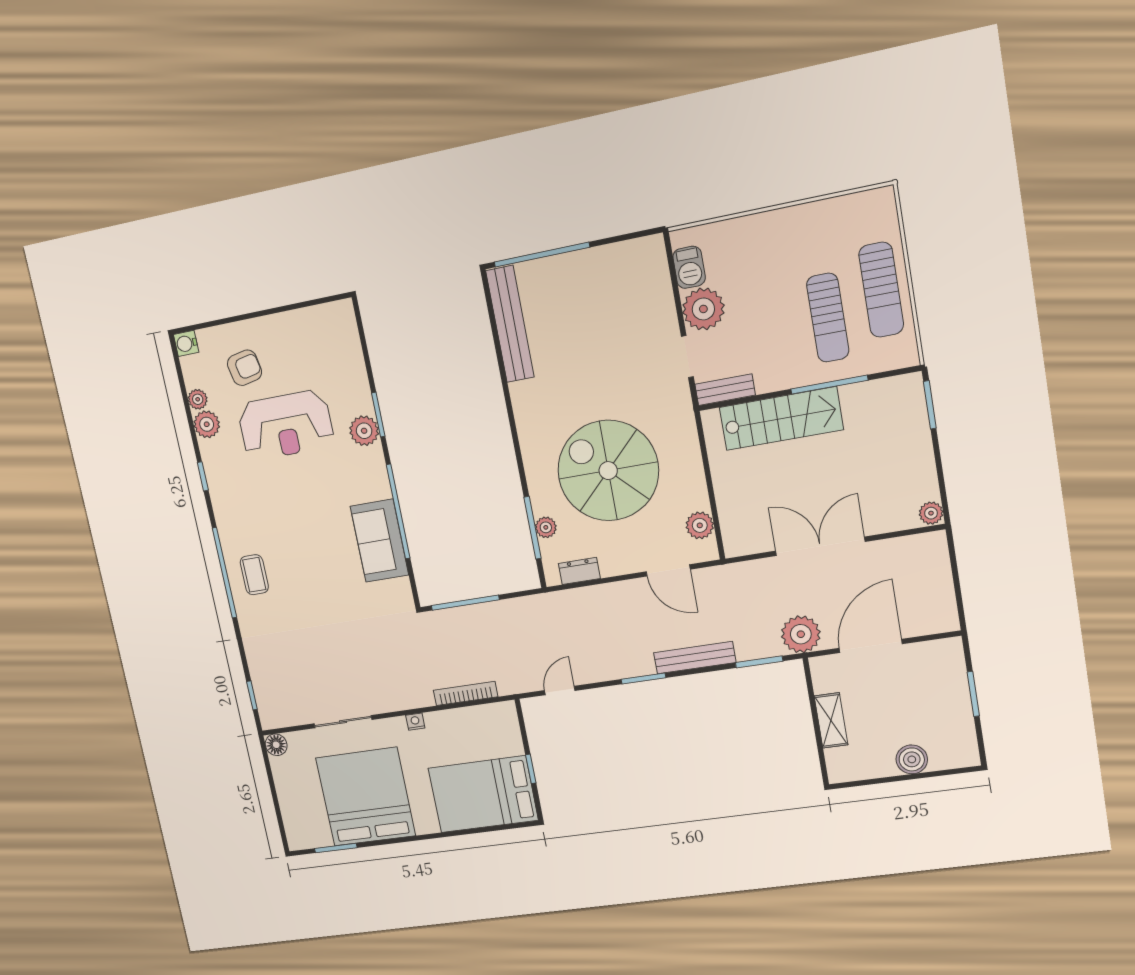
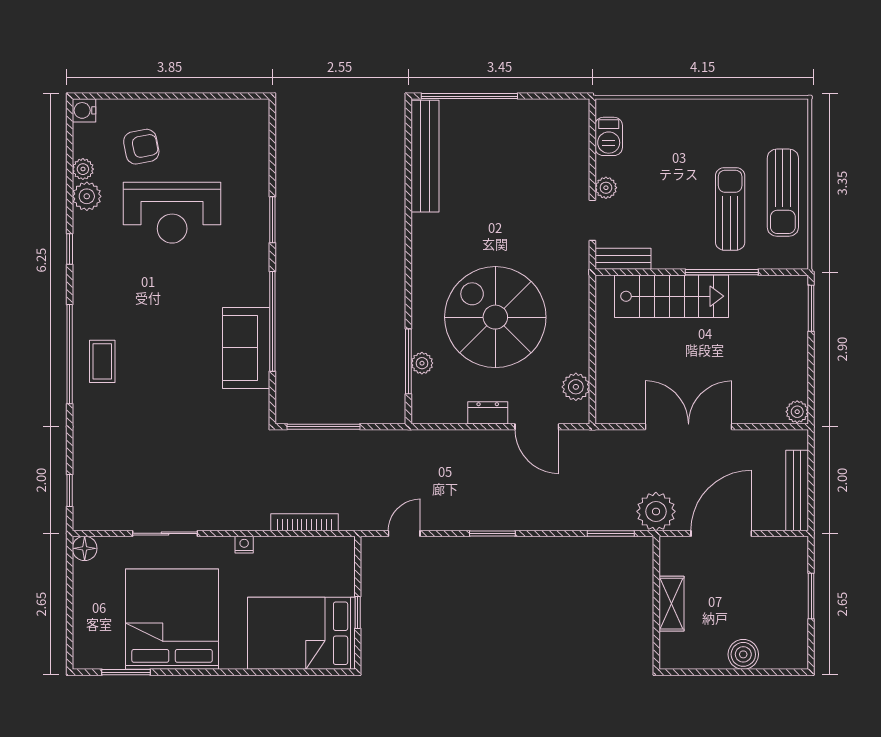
plant: (703, 309) -> (606, 188), width x0.53, depth x0.53
sun lounger: (828, 318) -> (730, 209), turned 180
plant: (364, 431) -> (254, 233), removed
dresser: (579, 571) -> (488, 413), moved
bench: (695, 658) -> (797, 490), moved, turned 90

